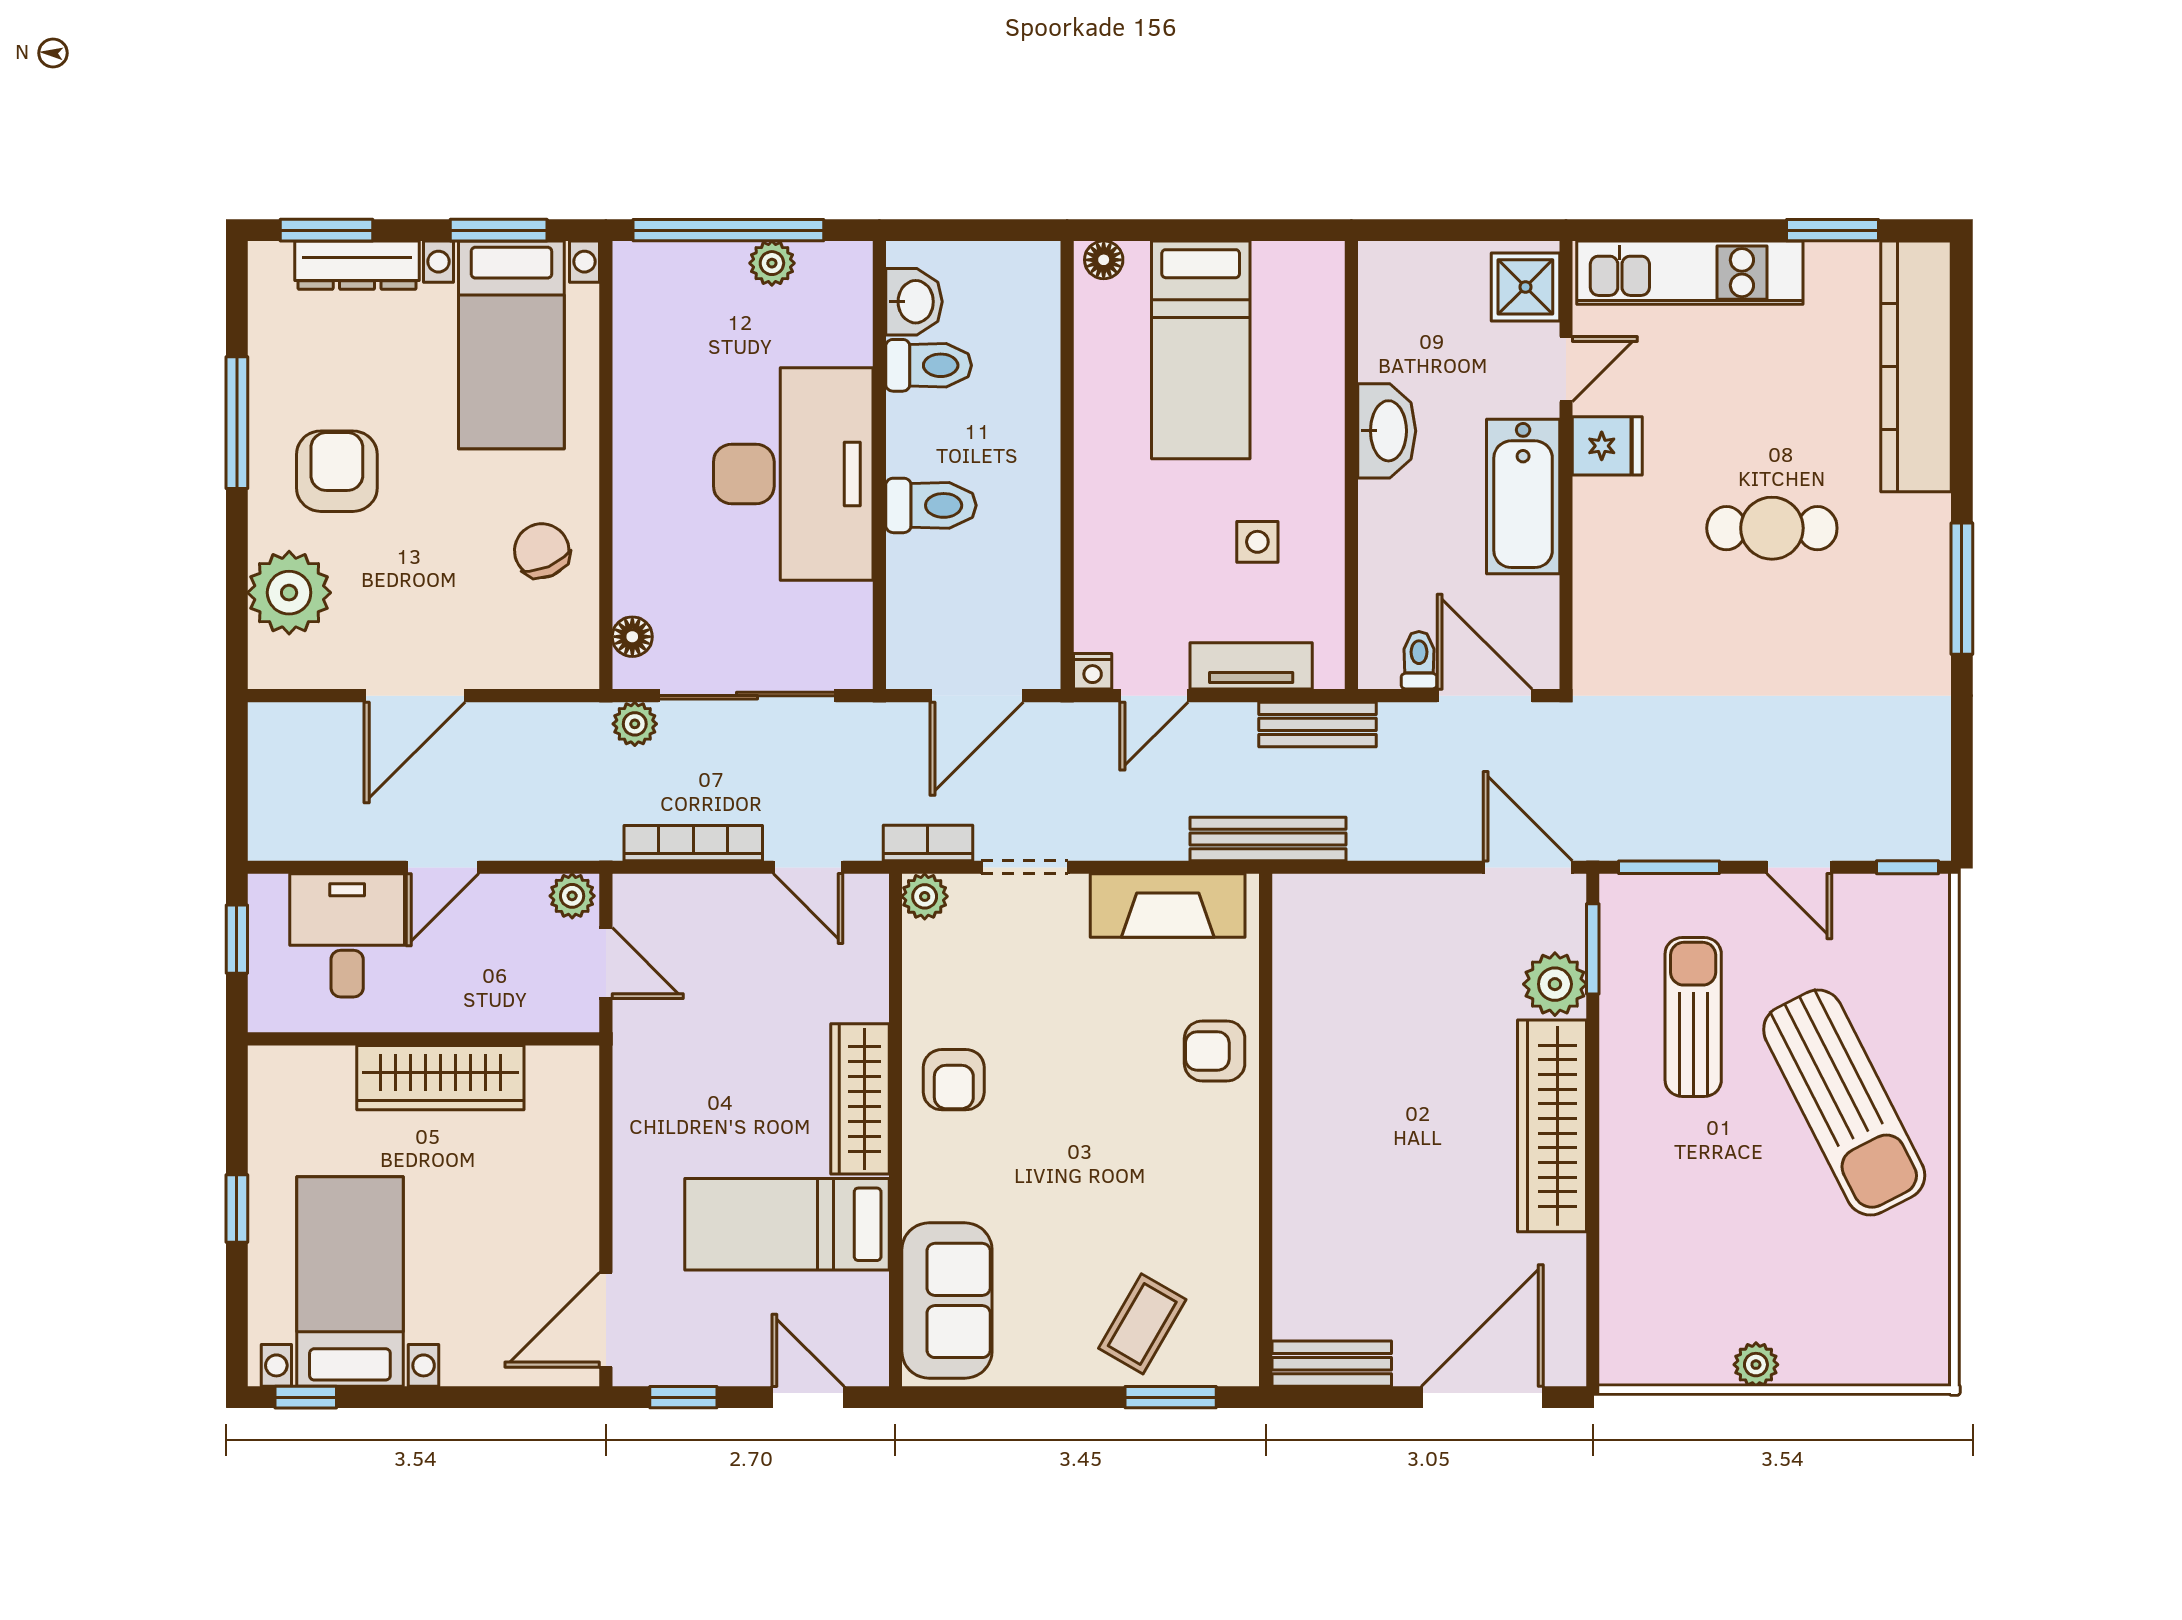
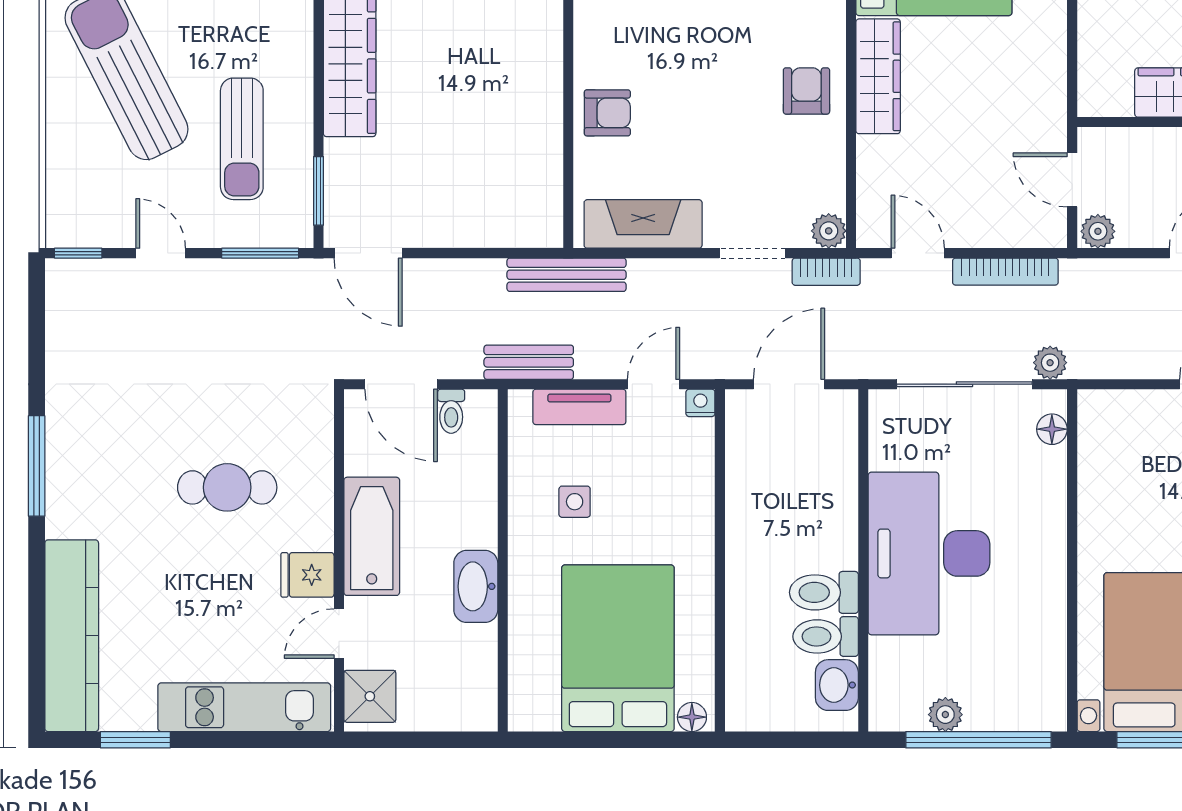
bed: (1201, 350) -> (618, 648), width x1.50
toilet: (931, 505) -> (824, 592), moved
cafe table: (1772, 528) -> (227, 487), moved
chair: (542, 551) -> (1121, 495), removed
plant: (1555, 984) -> (347, 164), removed

